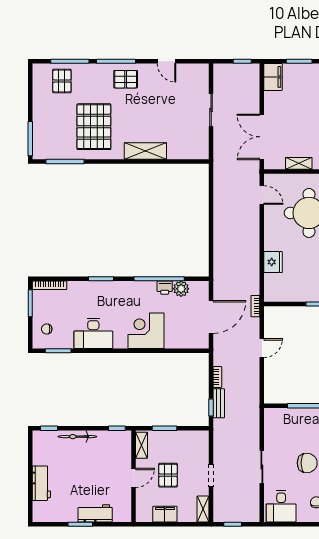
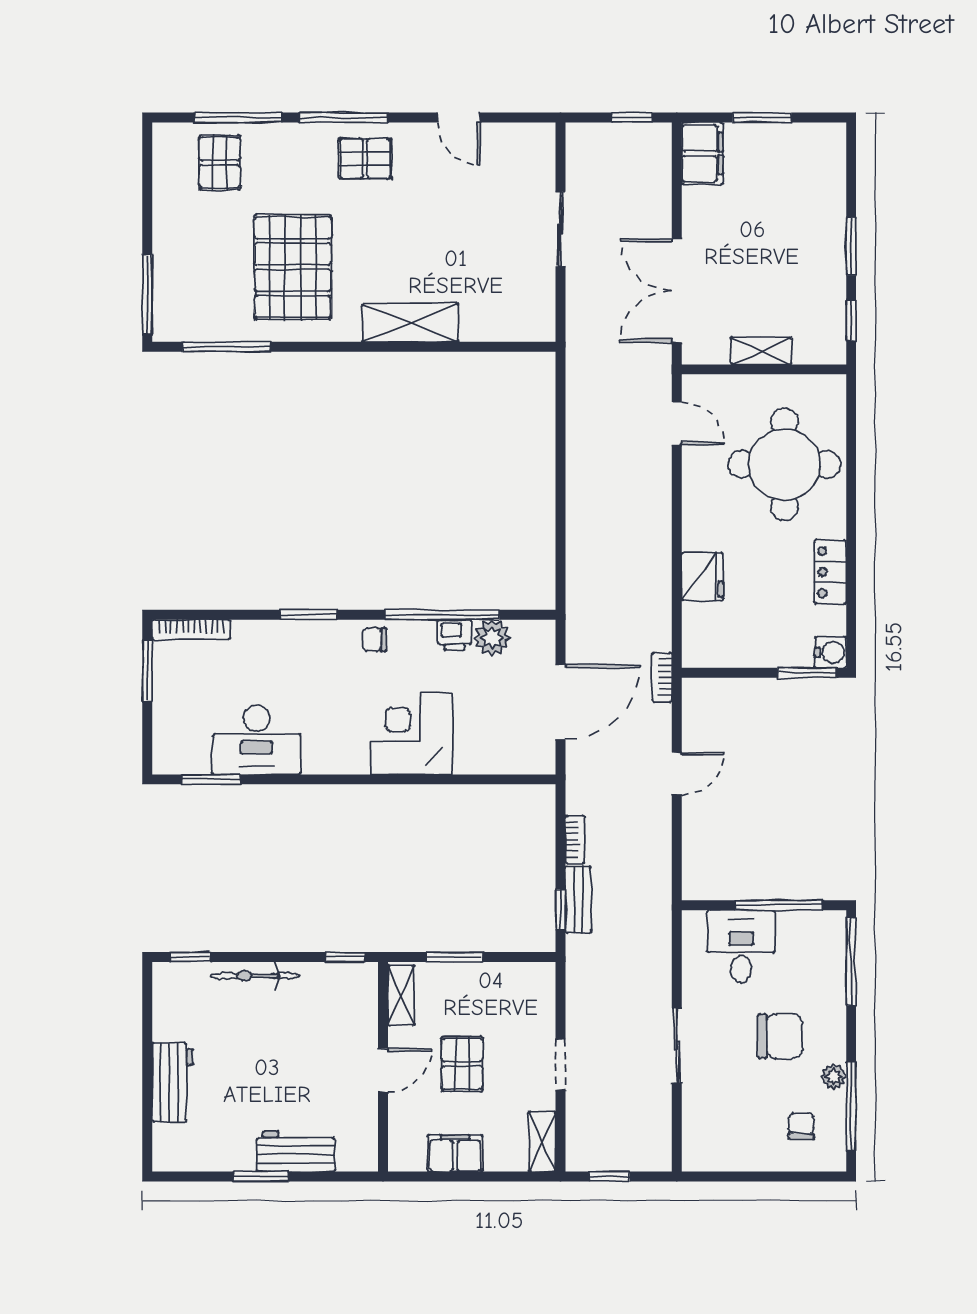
chair: (47, 329) -> (374, 639), moved
desk: (93, 333) -> (257, 740), moved
desk: (281, 506) -> (741, 946), moved, turned 180

